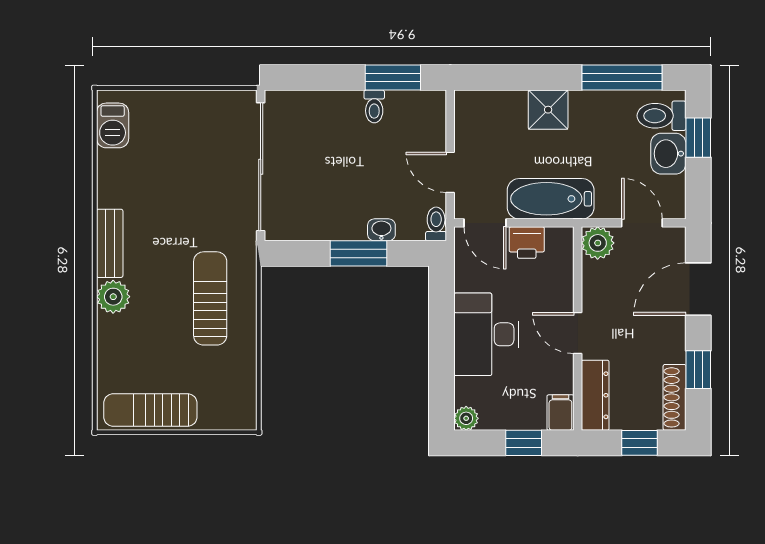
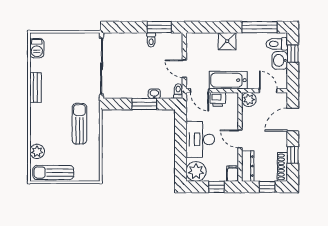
bench: (110, 243) -> (36, 87), moved
plant: (113, 297) -> (37, 151), moved
plant: (466, 418) -> (196, 171), width x1.87, depth x1.87

